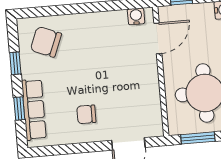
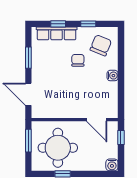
water cooler: (136, 16) -> (113, 76), moved
chair: (86, 114) -> (78, 60), moved
window: (74, 149) -> (28, 58), added

